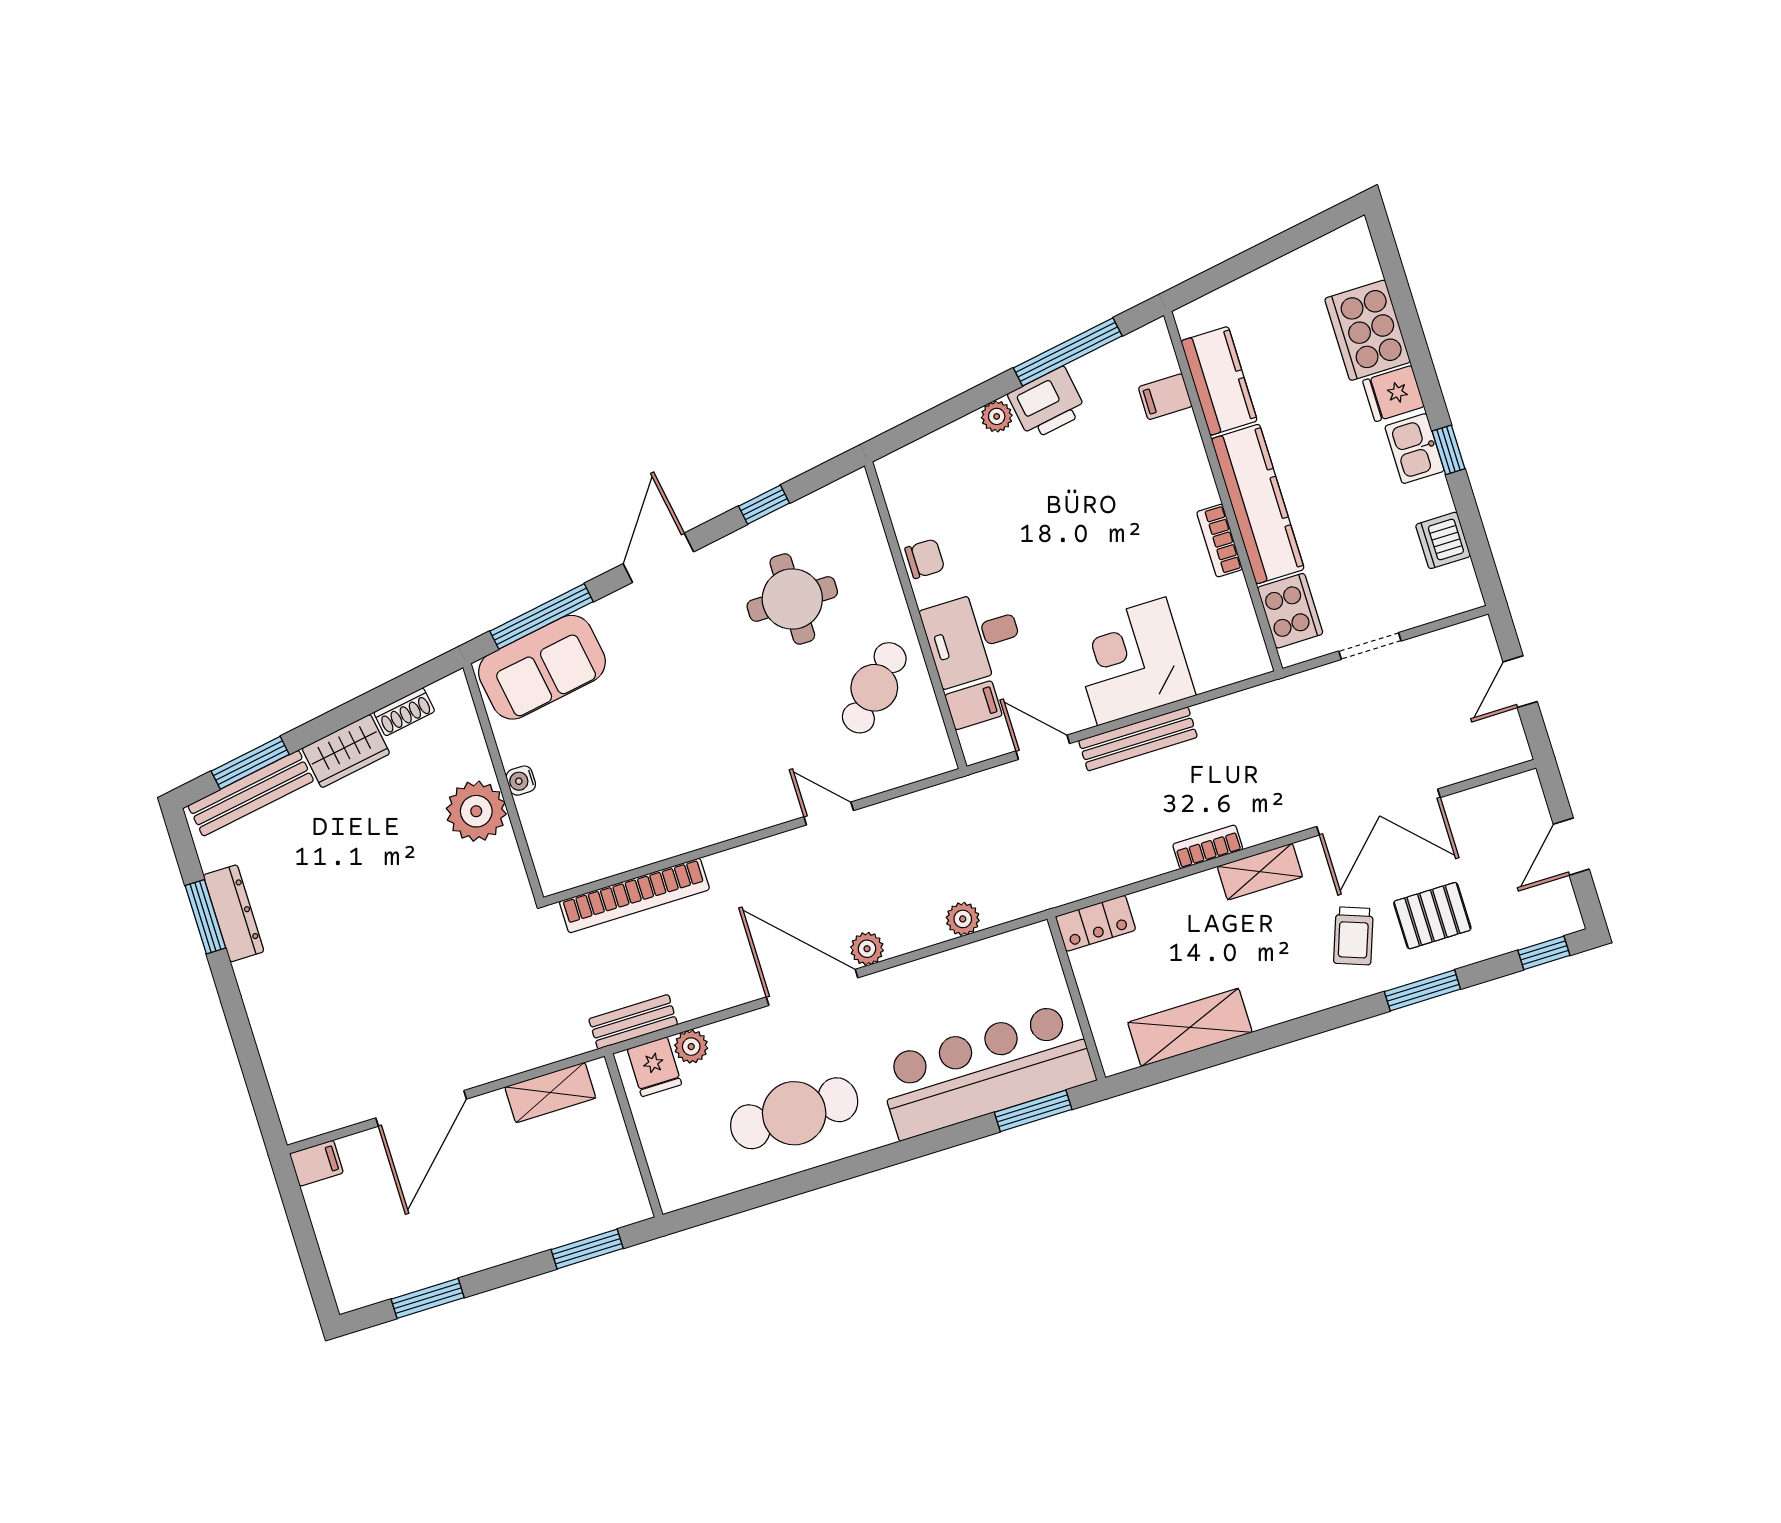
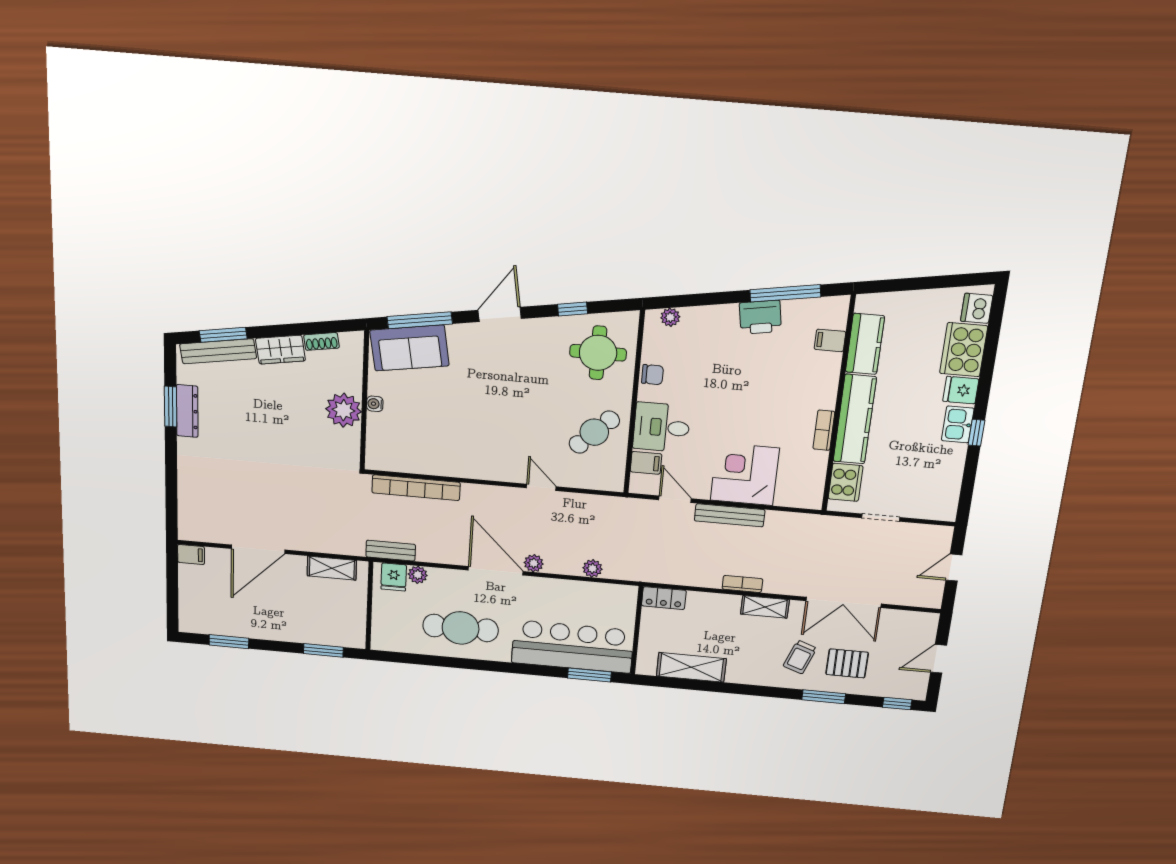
plant: (997, 416) -> (670, 317), moved
dishwasher: (1443, 540) -> (977, 308), moved
round table: (792, 599) -> (598, 353), moved

